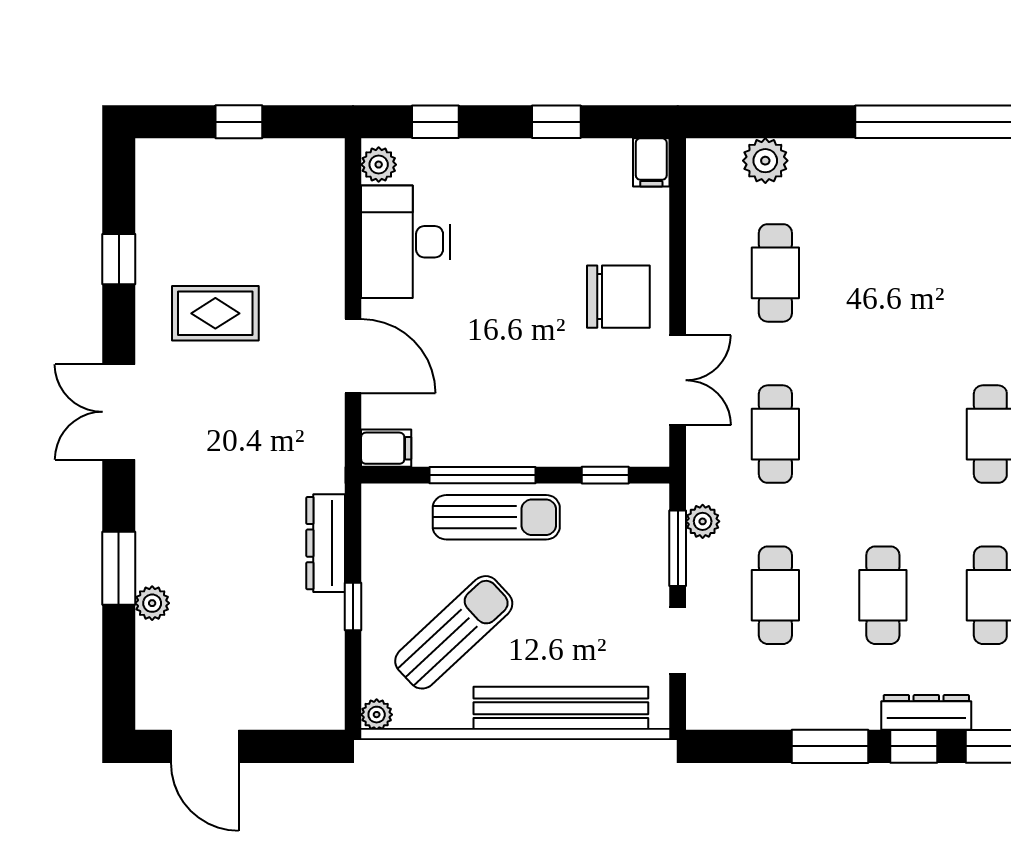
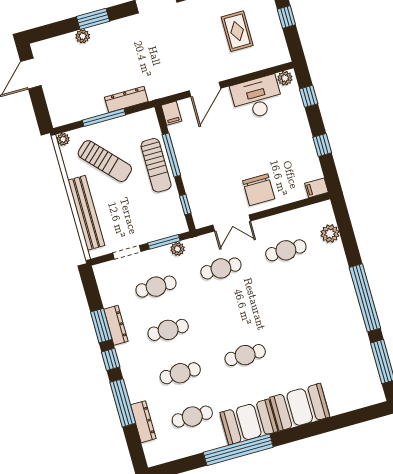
rug: (215, 313) -> (237, 31), moved
window: (353, 607) -> (104, 118), width x2.17
dresser: (926, 712) -> (116, 325), moved

